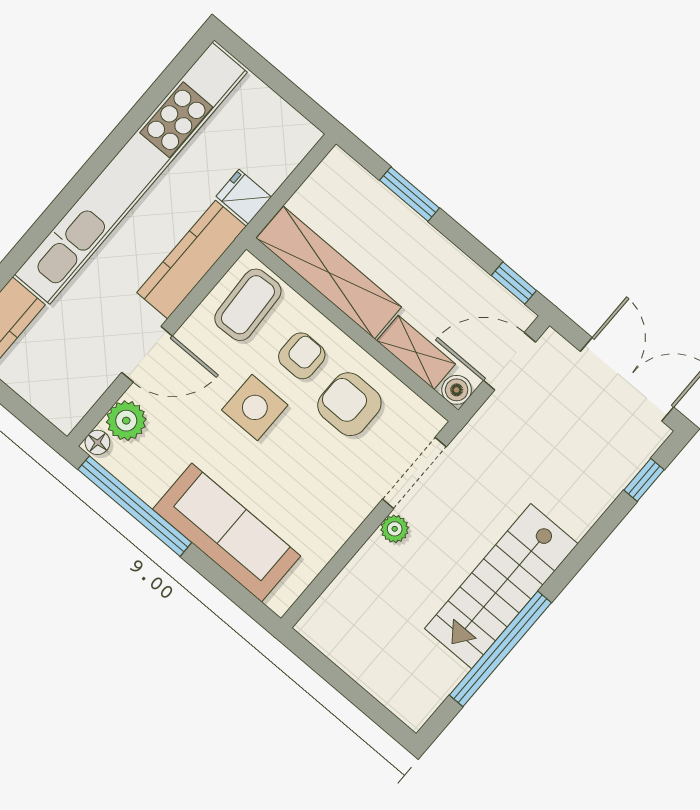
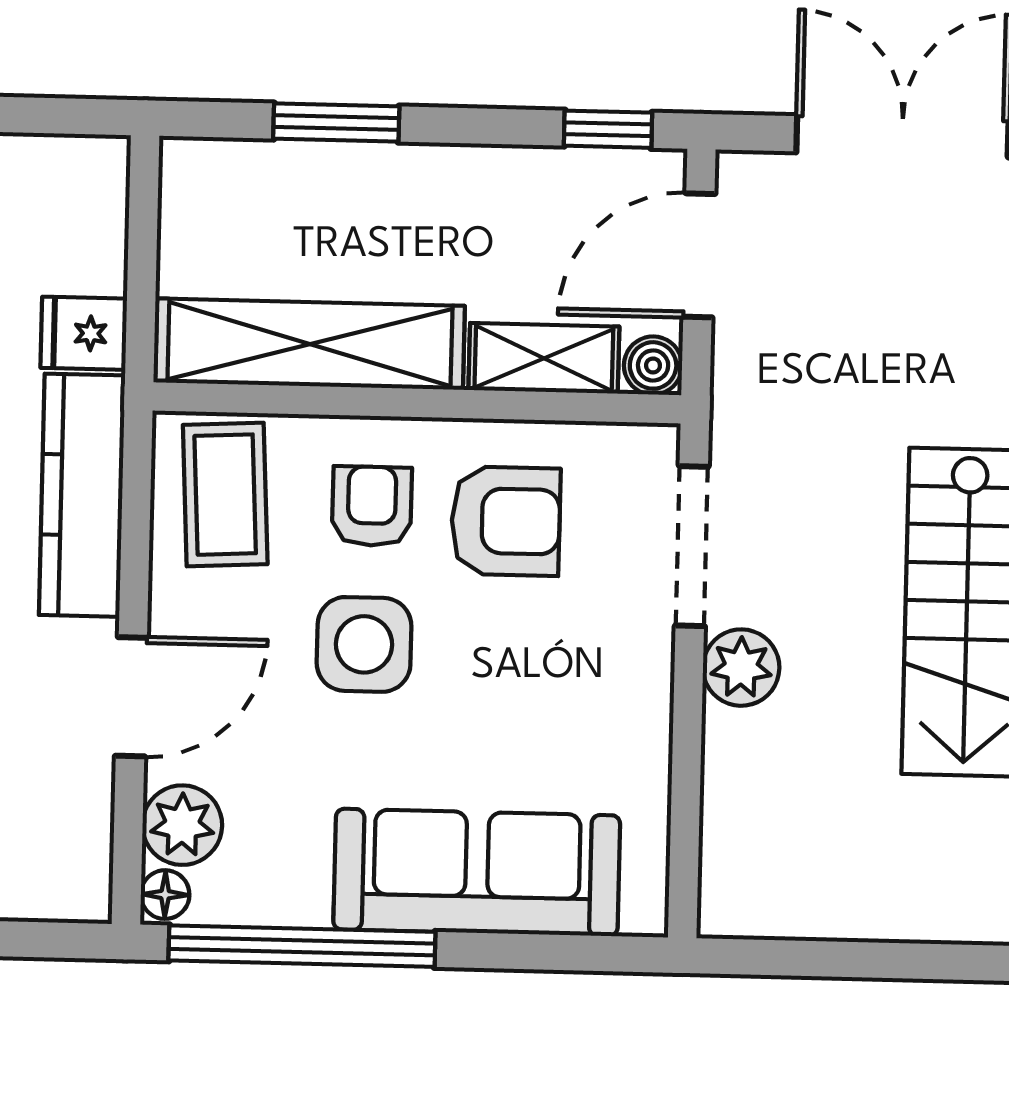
armchair: (349, 404) -> (506, 521), turned 180
plant: (395, 529) -> (741, 668), width x1.38, depth x1.38

